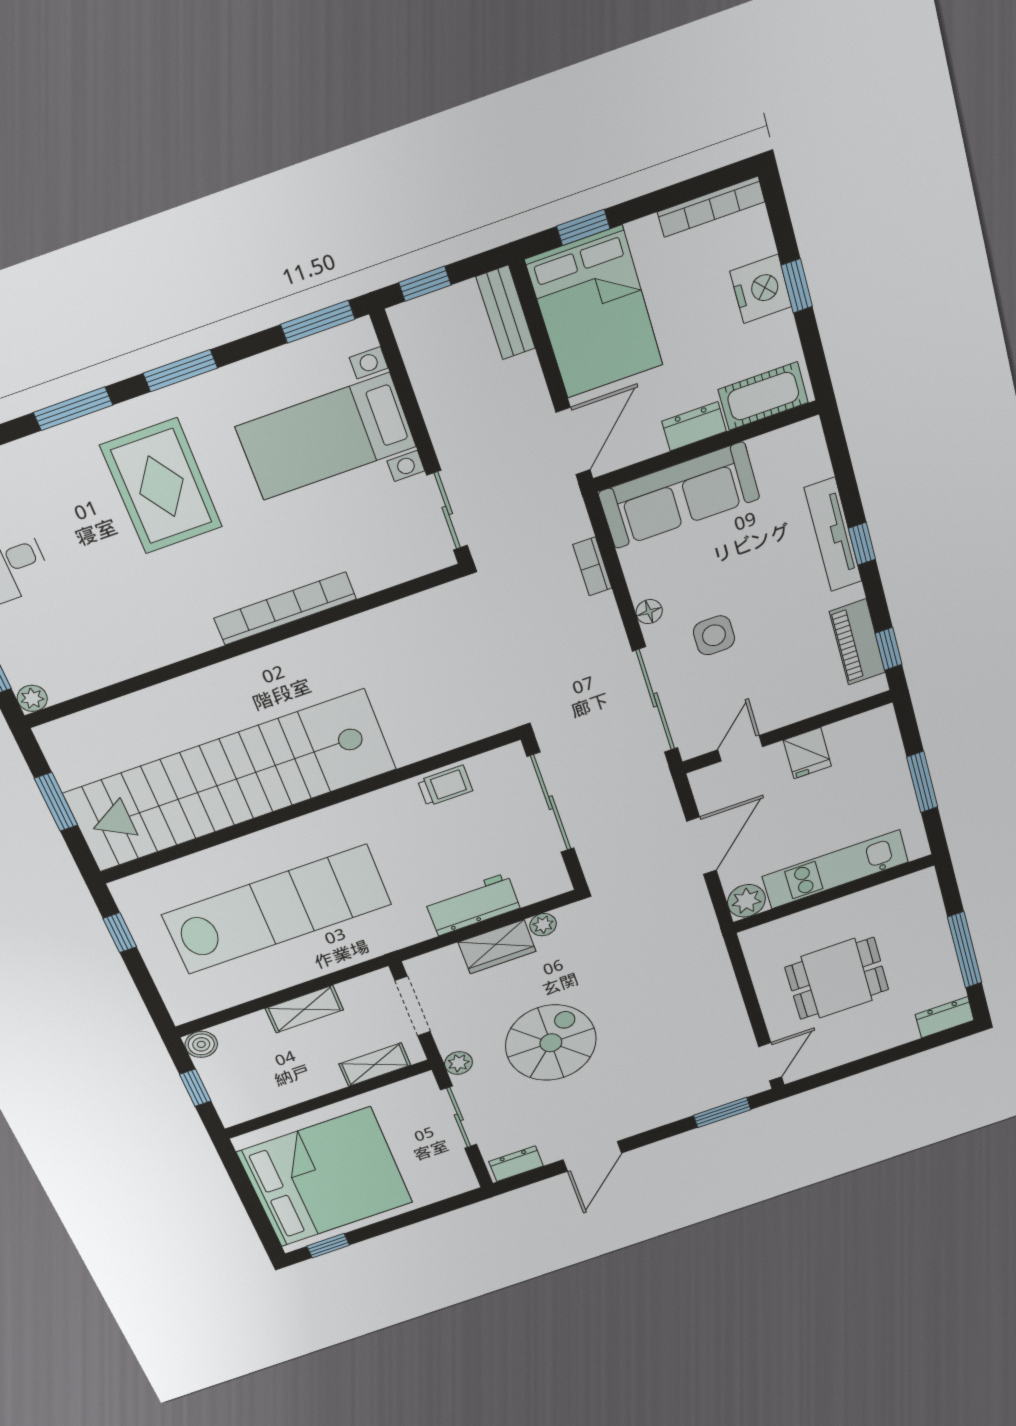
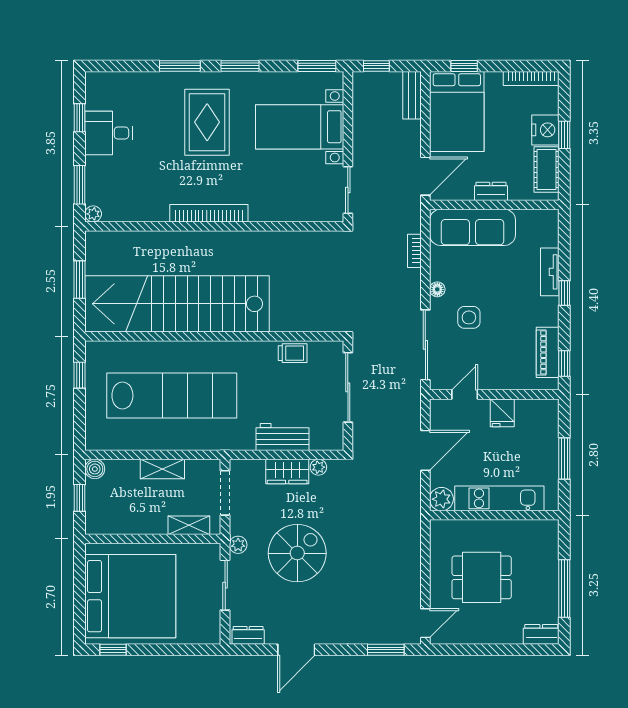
cot: (763, 396) -> (547, 170), moved, turned 90
tv unit: (833, 535) -> (550, 272), width x0.71
bookcase: (285, 609) -> (209, 213), moved

